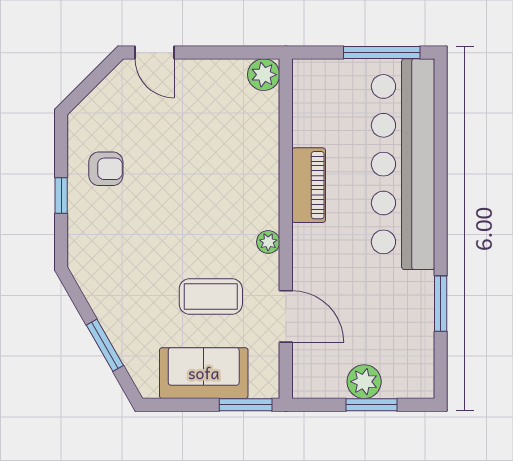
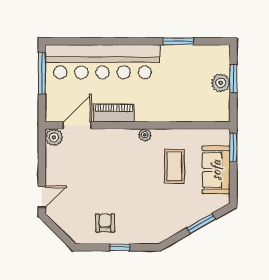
door: (286, 316) -> (77, 125), moved

